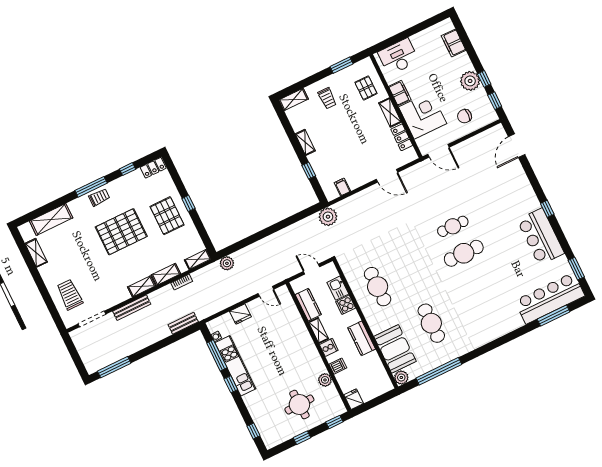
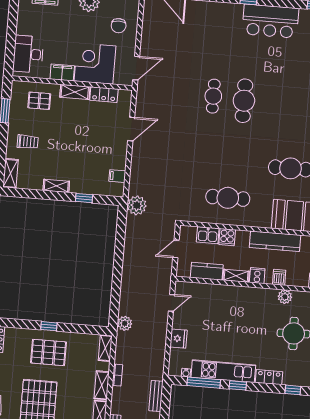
kitchen counter: (362, 338) -> (275, 241), width x1.50
locker: (252, 406) -> (269, 377), added

